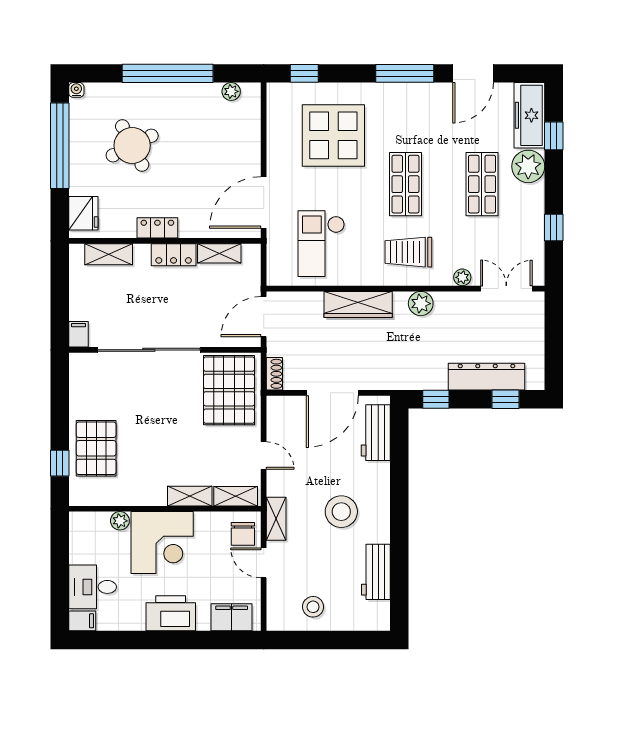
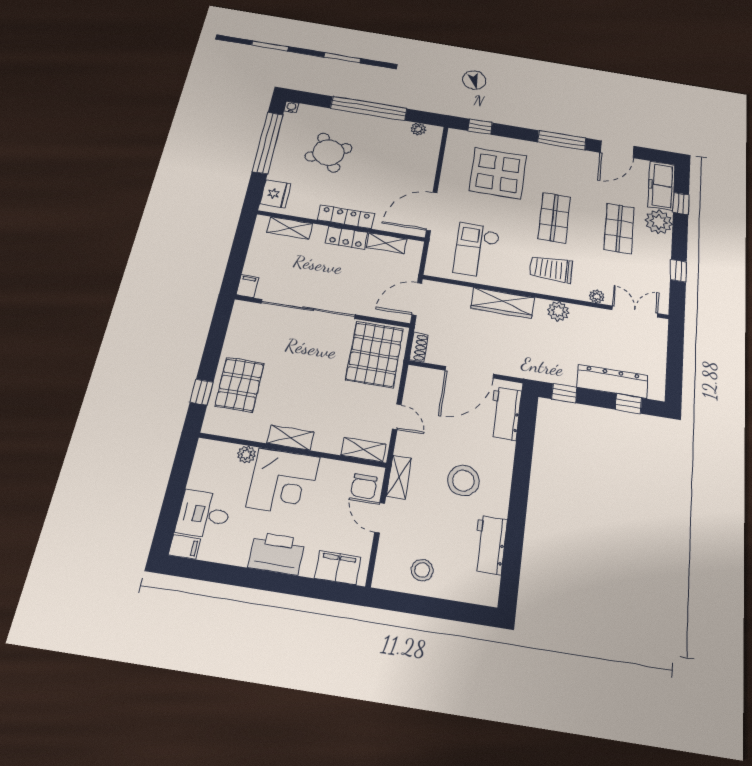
locker: (157, 228) -> (346, 217), width x1.53
shelving: (190, 496) -> (291, 438), moved

